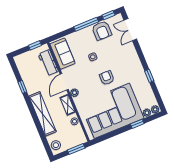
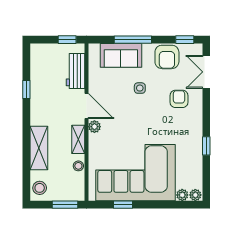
window: (86, 24) -> (133, 40), moved
sofa: (63, 54) -> (121, 55), moved, turned 90
armchair: (107, 78) -> (179, 99), moved
door: (64, 82) -> (87, 106), swing flipped
shelving: (43, 114) -> (39, 148), width x0.68
window: (137, 124) -> (123, 205), moved

